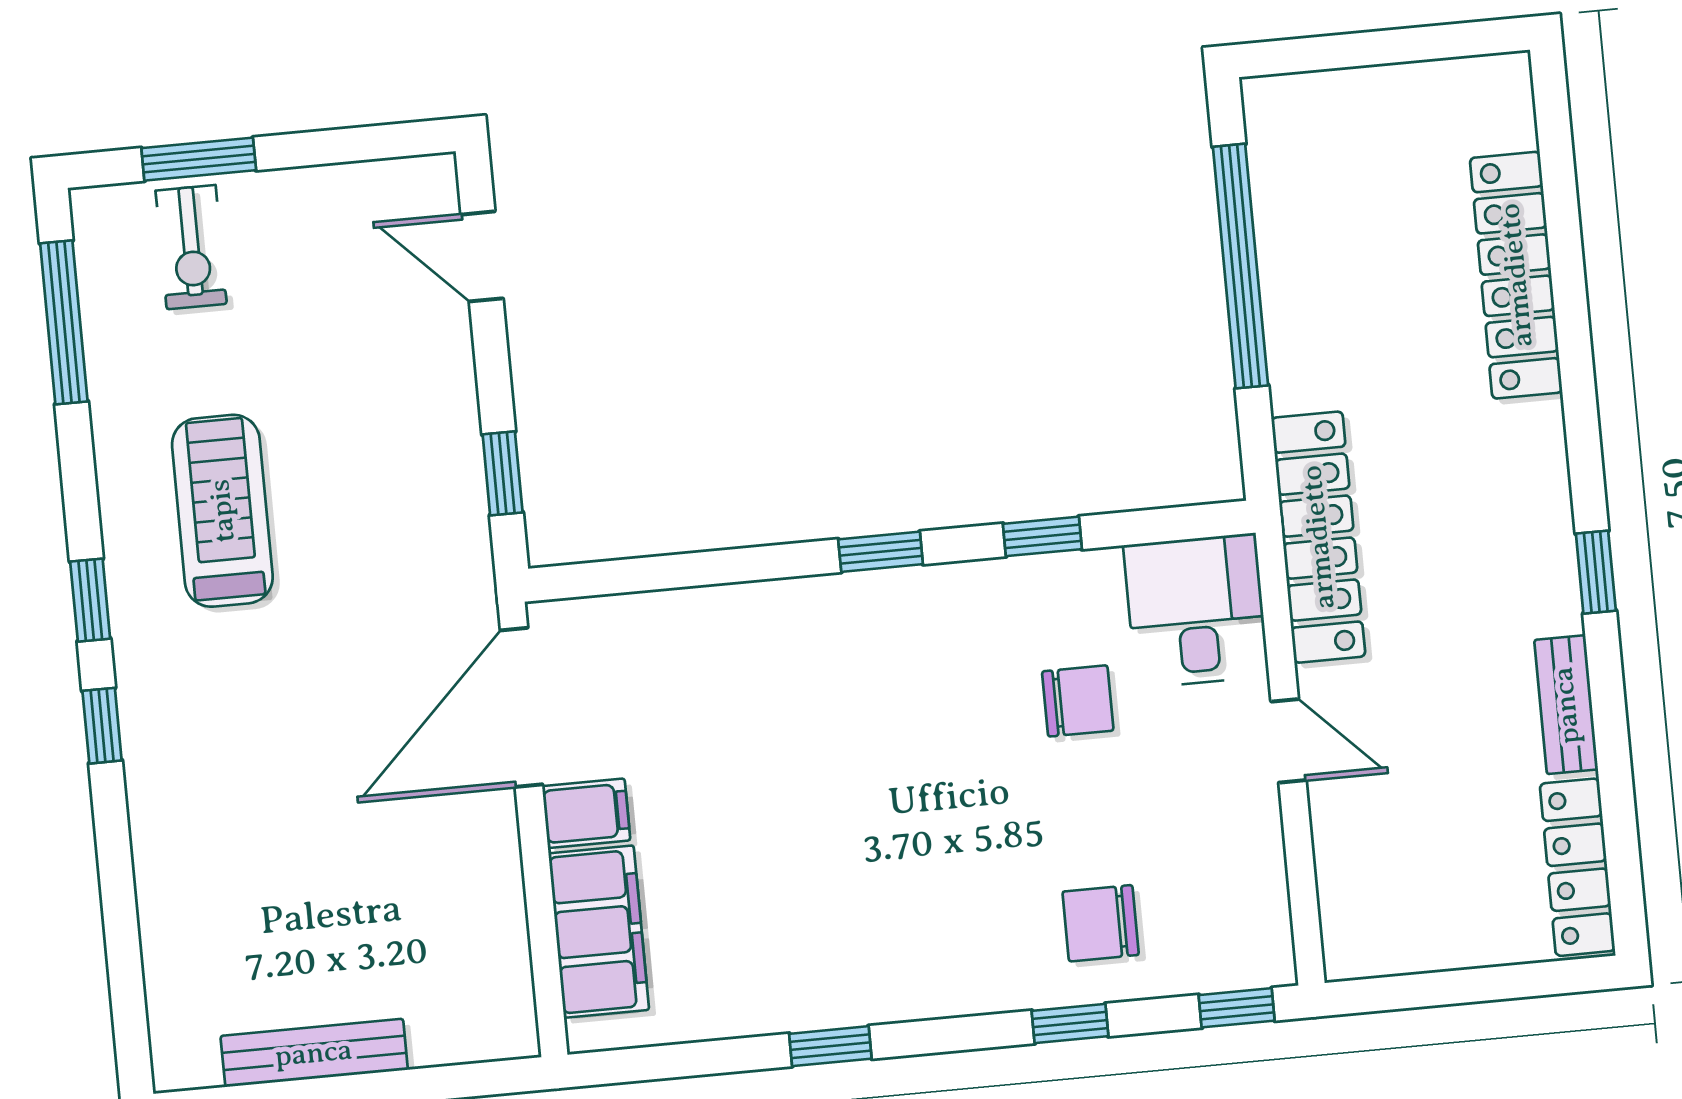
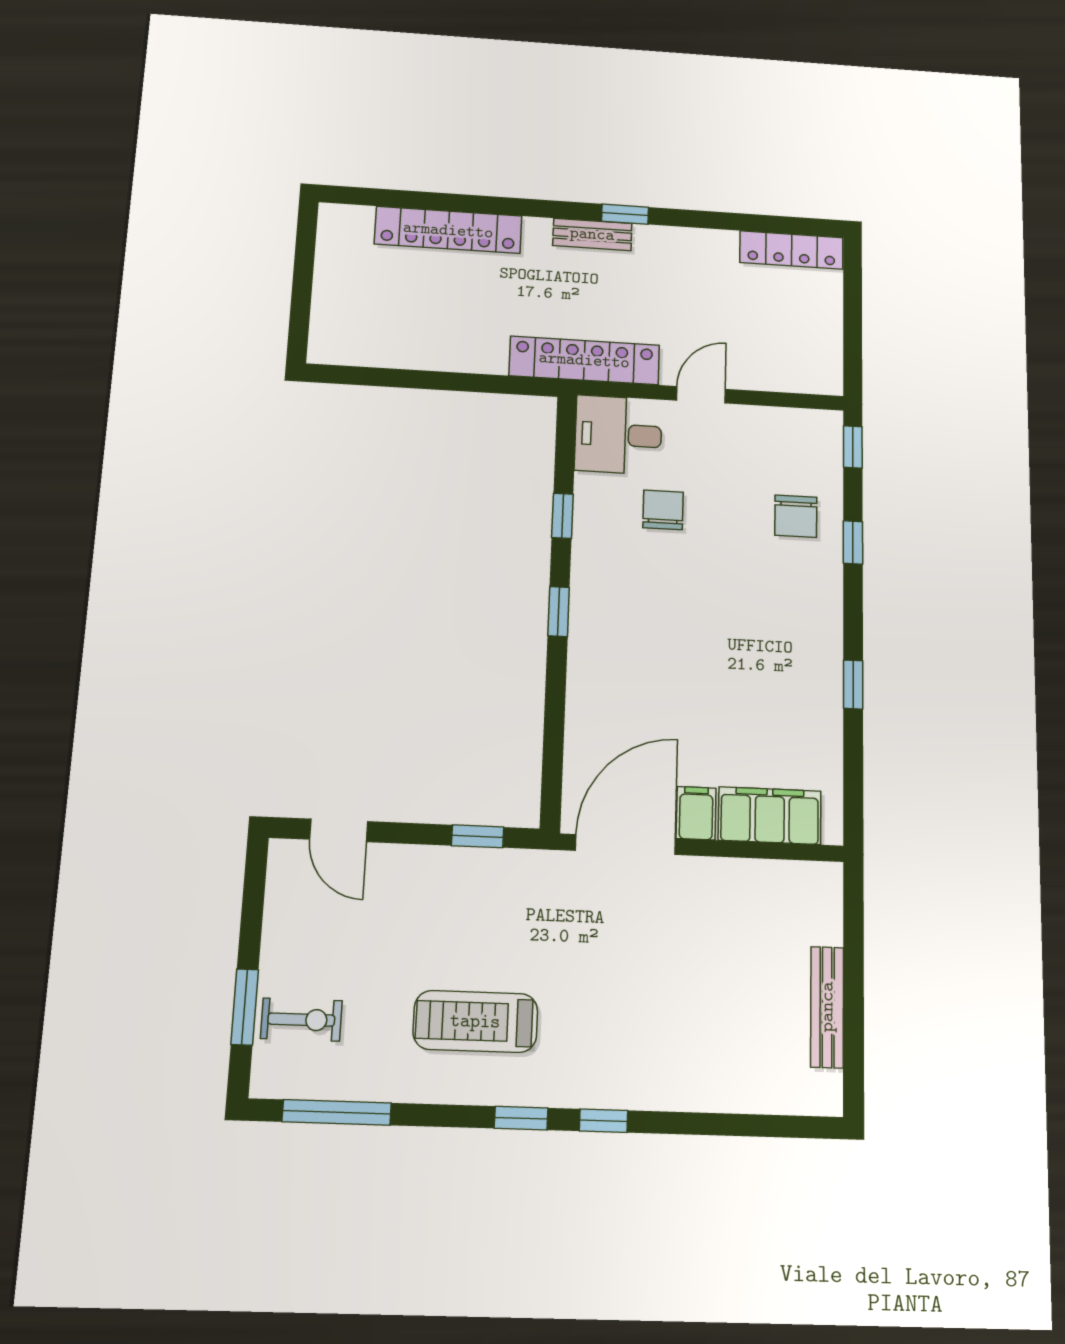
door: (482, 256) -> (339, 830), hinge flipped
window: (1240, 266) -> (418, 379), removed
bench: (1566, 705) -> (592, 234), moved
door: (521, 707) -> (626, 845), swing flipped

